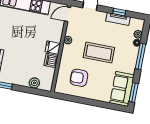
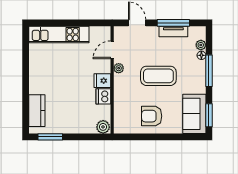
window: (119, 12) -> (173, 23), width x2.17
door: (67, 14) -> (112, 50), moved
armchair: (79, 78) -> (152, 116), moved
plant: (34, 83) -> (103, 127), moved

